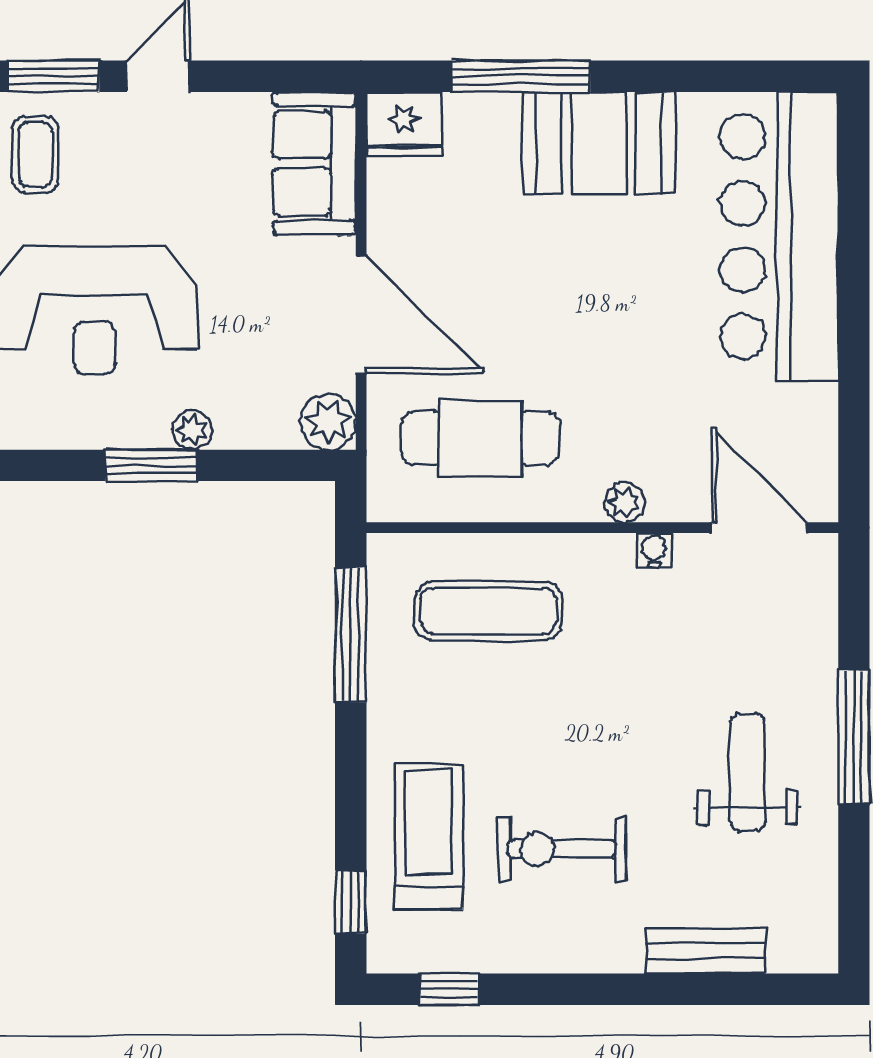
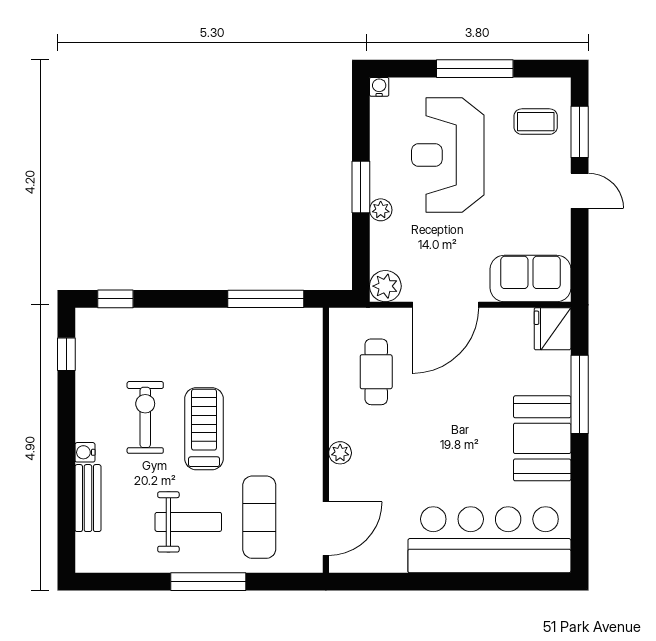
cafe table: (480, 438) -> (376, 372), width x0.73, depth x0.74
water cooler: (654, 550) -> (85, 452), moved, turned 180
exercise mat: (488, 611) -> (259, 517), moved
treadmill: (429, 836) -> (204, 429), moved, turned -90

